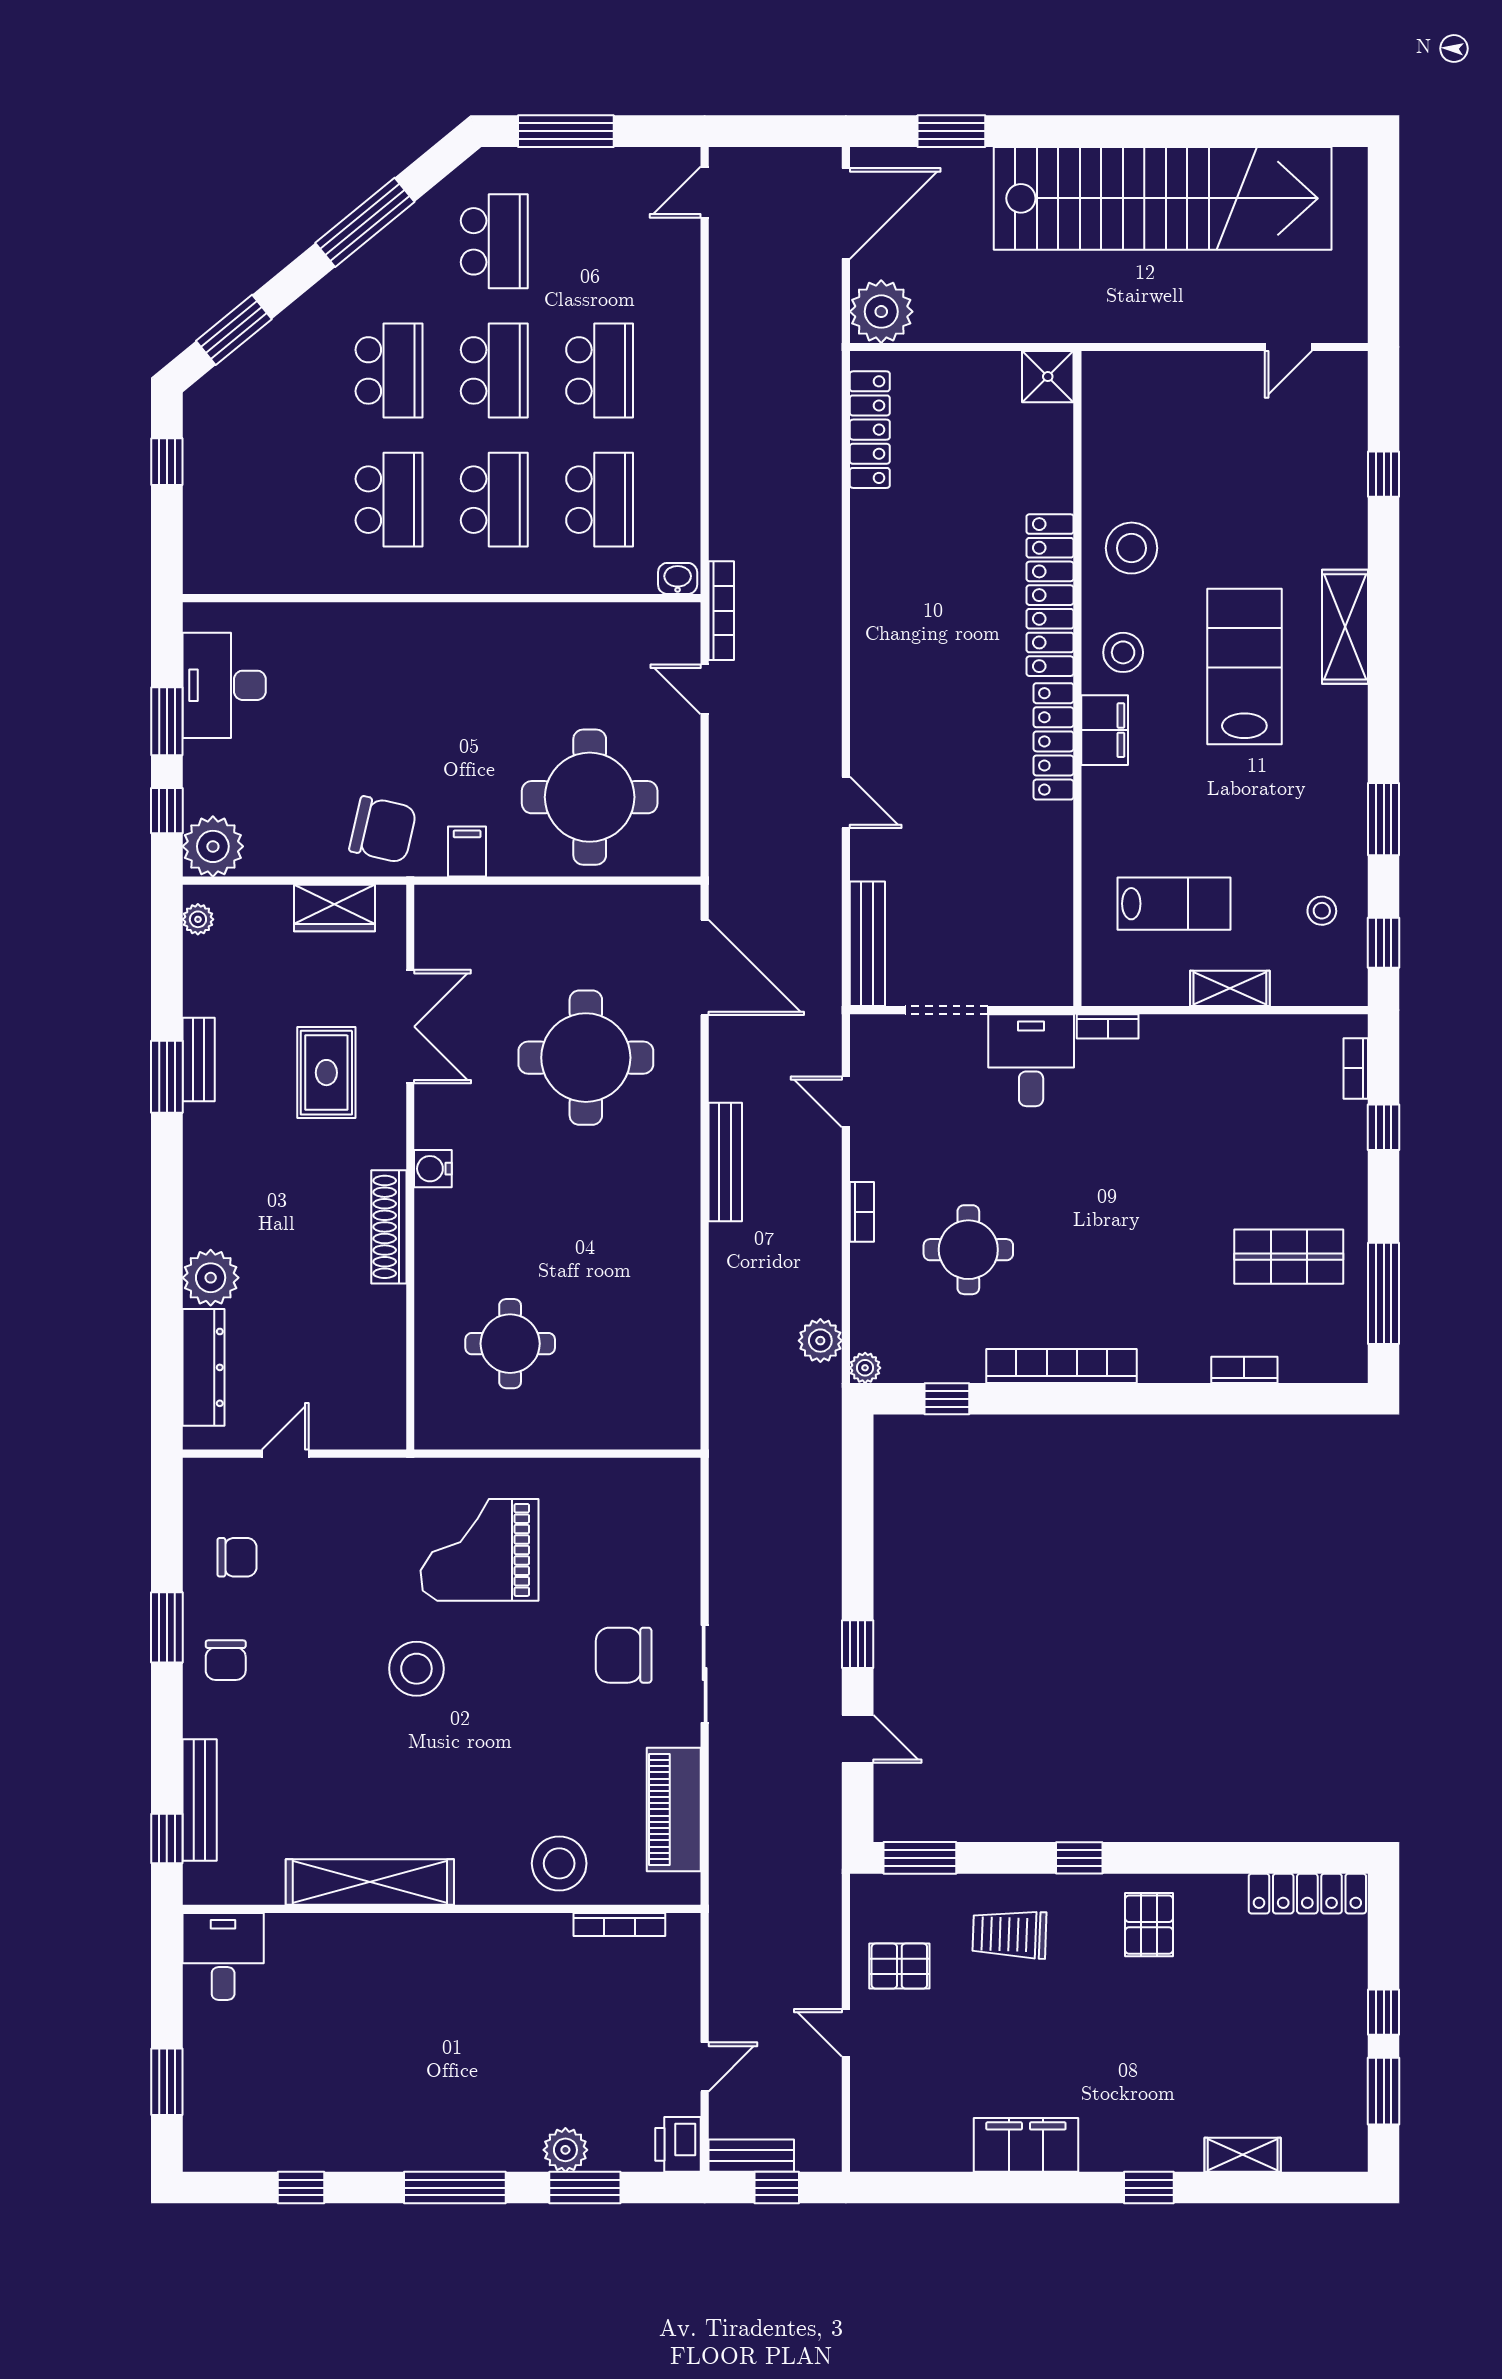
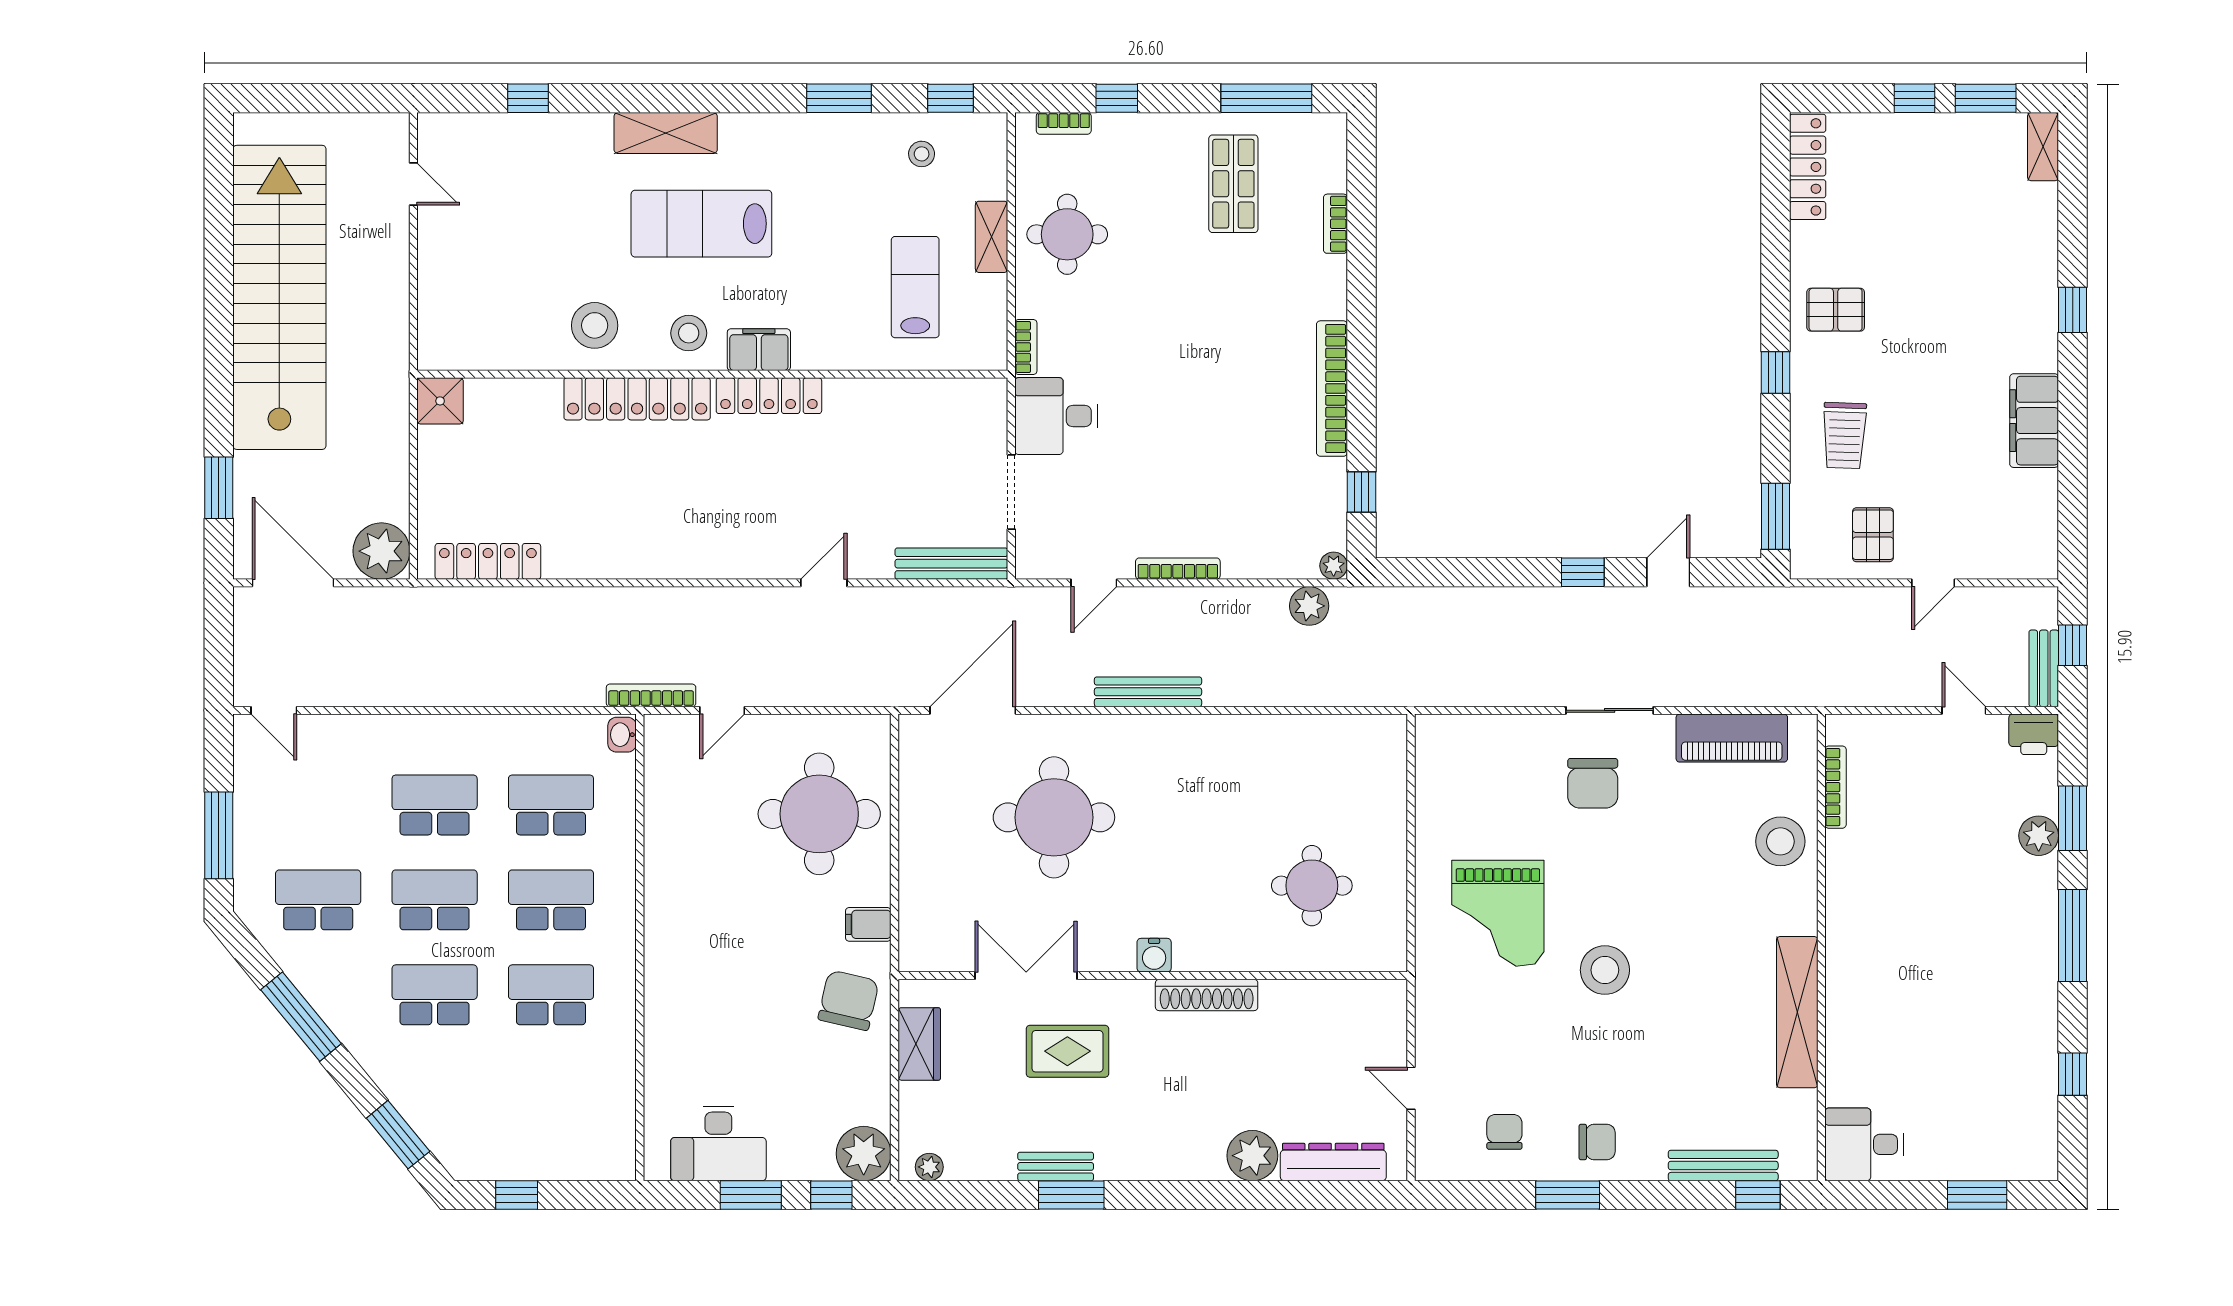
bookcase: (862, 1212) -> (1178, 569), width x1.56
round table: (968, 1250) -> (1067, 234), moved
shelving: (1243, 2155) -> (2043, 147), moved

